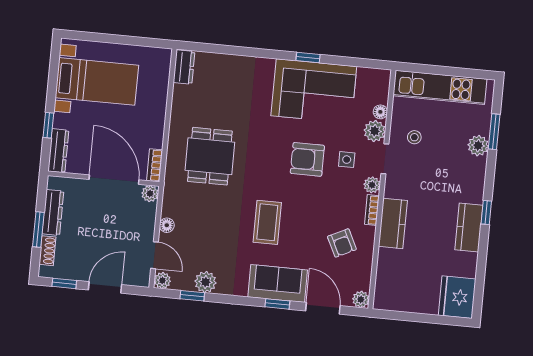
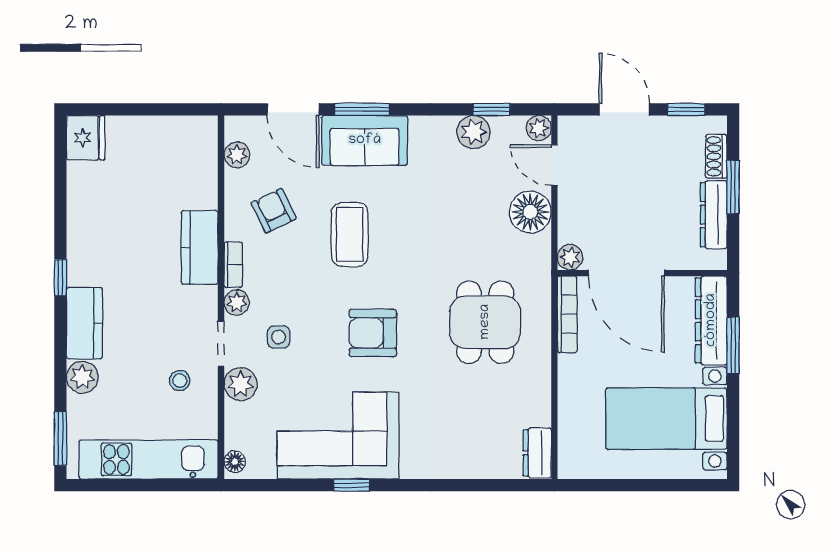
floor lamp: (380, 112) -> (235, 462), moved
window: (48, 125) -> (733, 346), width x1.50
window: (494, 132) -> (60, 438), moved
dresser: (58, 151) -> (711, 320), width x1.37, depth x1.24
armchair: (307, 159) -> (373, 333), moved, turned 180
bookcase: (155, 165) -> (567, 314), width x1.56
coffee table: (267, 222) -> (350, 234), moved
floor lamp: (167, 225) -> (530, 212), width x1.89, depth x1.89
kitchen counter: (469, 227) -> (84, 323), moved
door: (105, 287) -> (624, 109), swing flipped
fridge: (457, 297) -> (86, 138), width x0.73, depth x0.75
plant: (361, 299) -> (237, 155), moved
window: (277, 304) -> (362, 109), width x1.50

